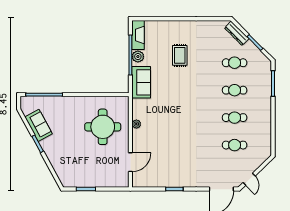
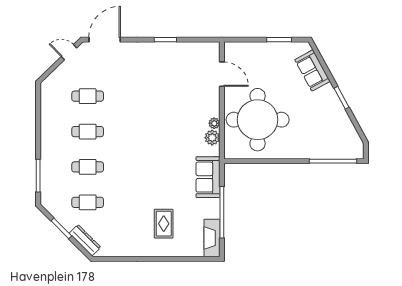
rug: (180, 55) -> (164, 224), moved
plant: (138, 57) -> (212, 138), moved
sofa: (39, 125) -> (312, 70), moved
round table: (103, 127) -> (258, 120), width x1.36, depth x1.36
door: (130, 162) -> (222, 74), swing flipped
door: (249, 179) -> (69, 52), hinge flipped

